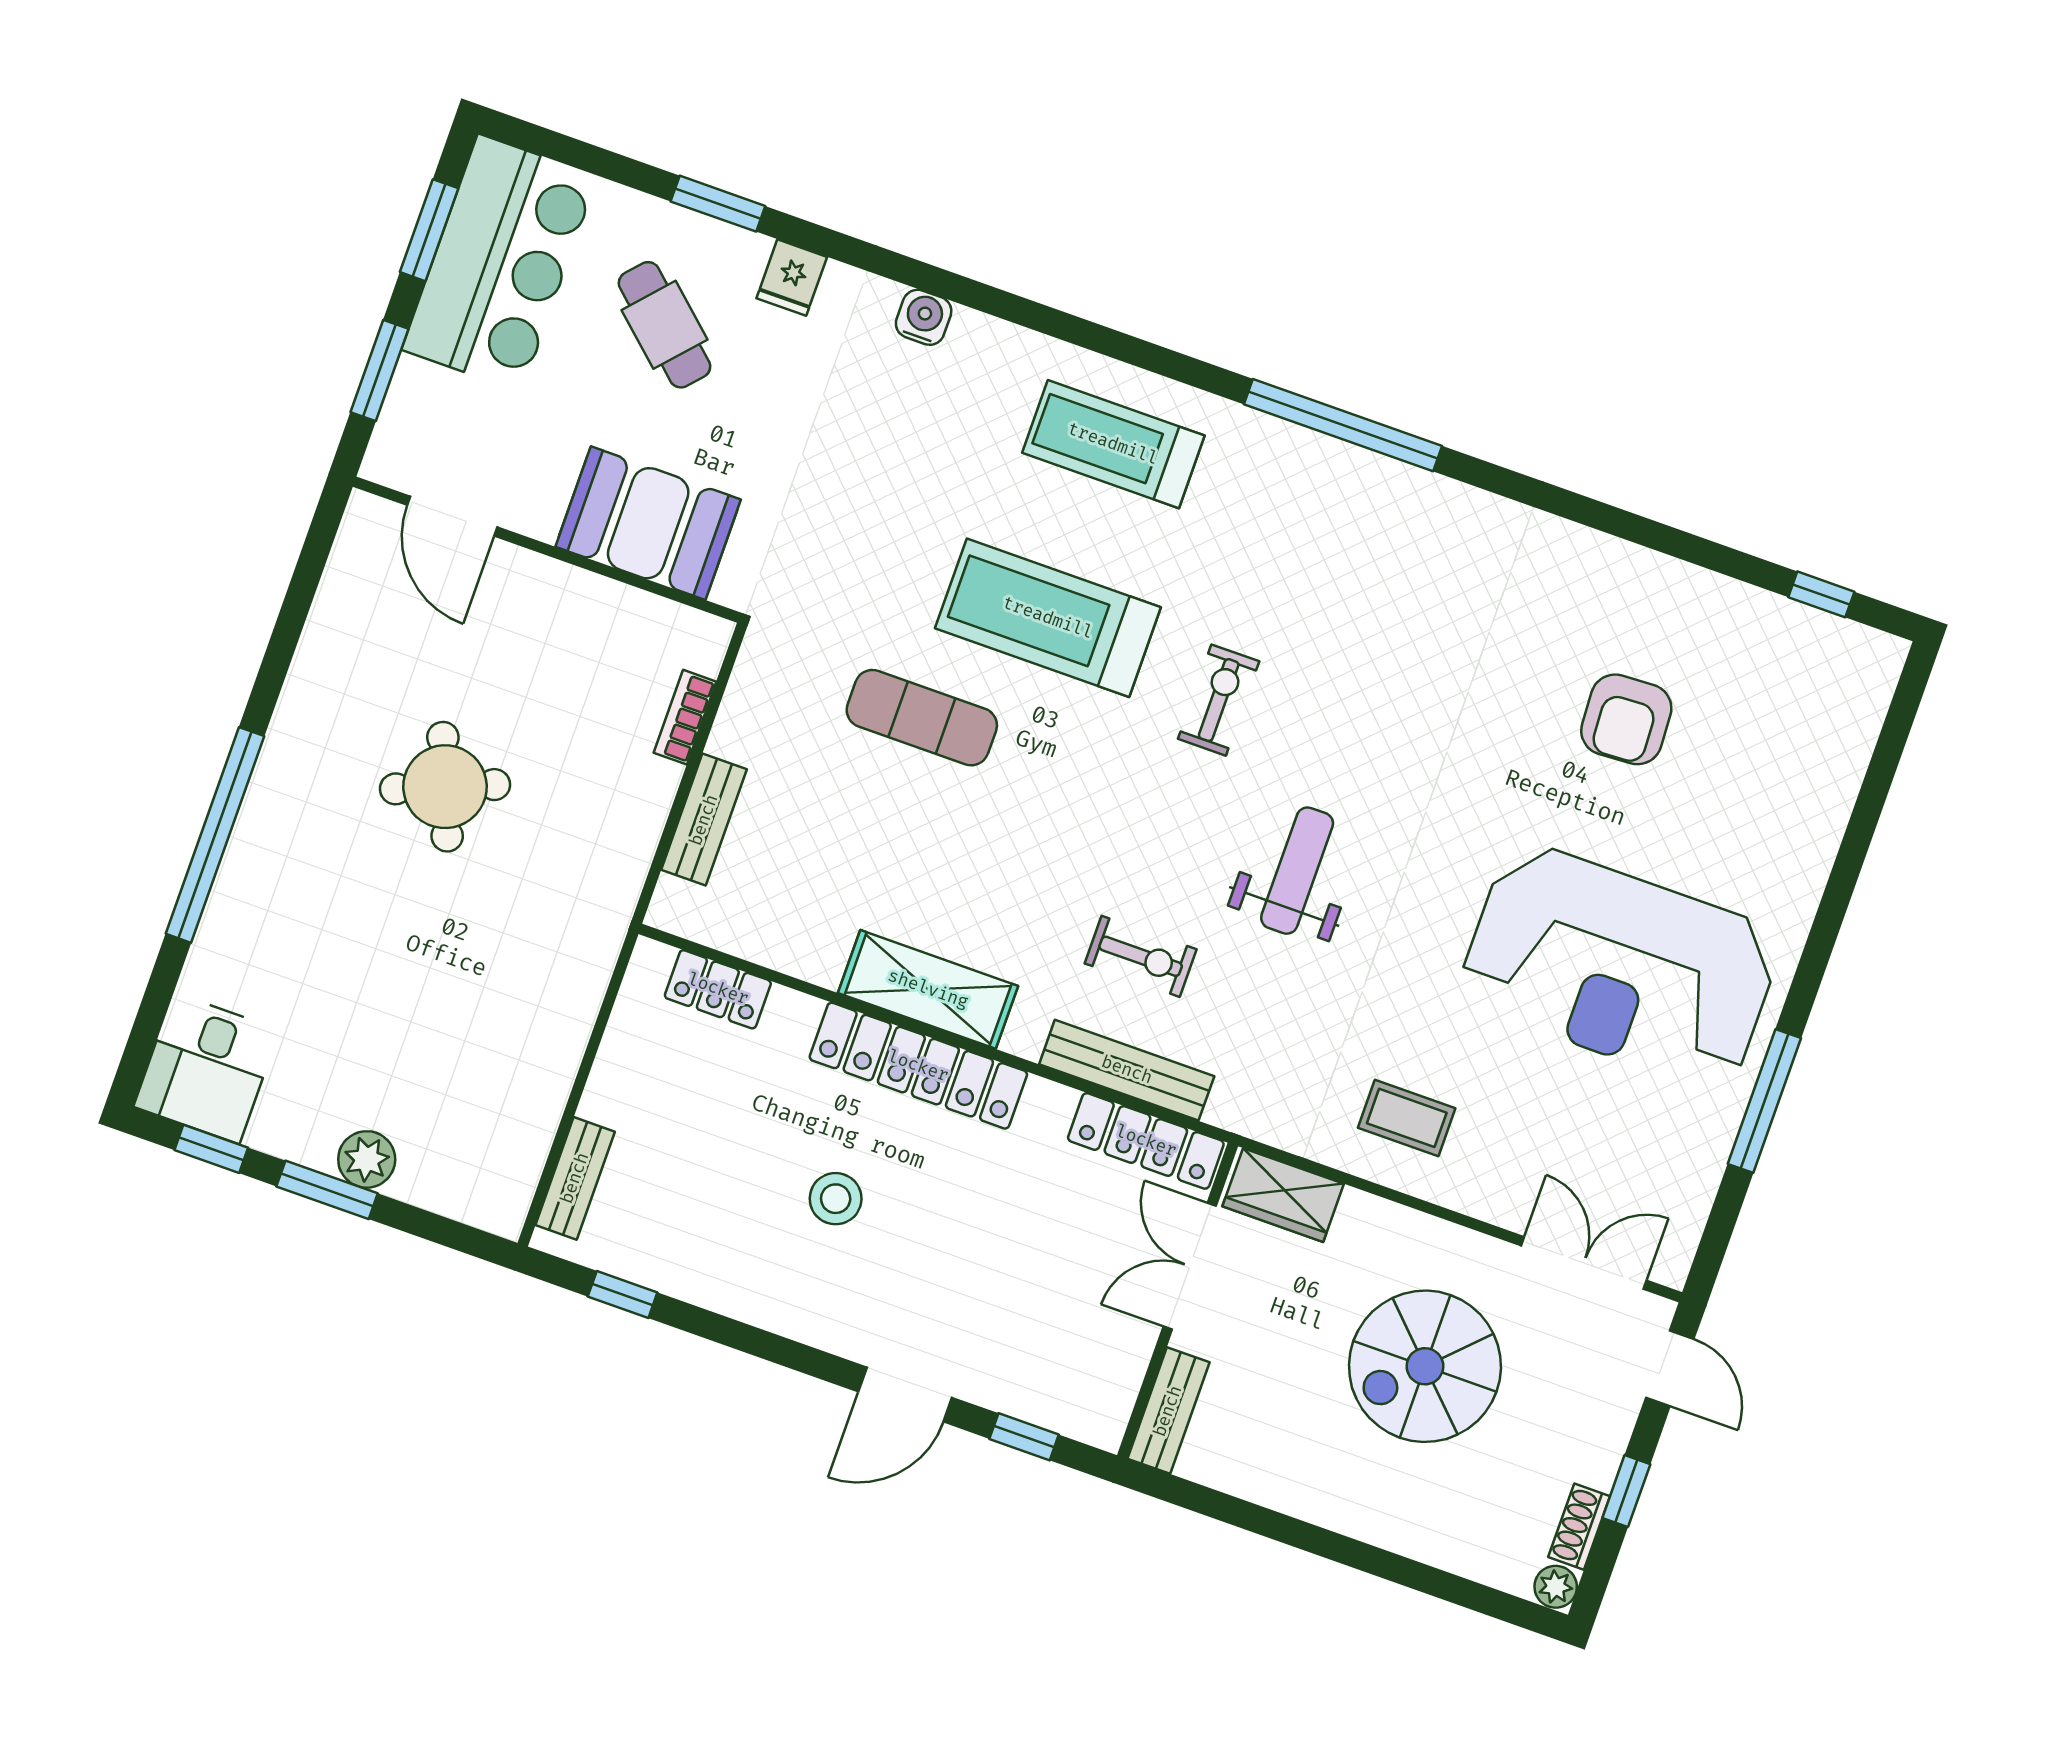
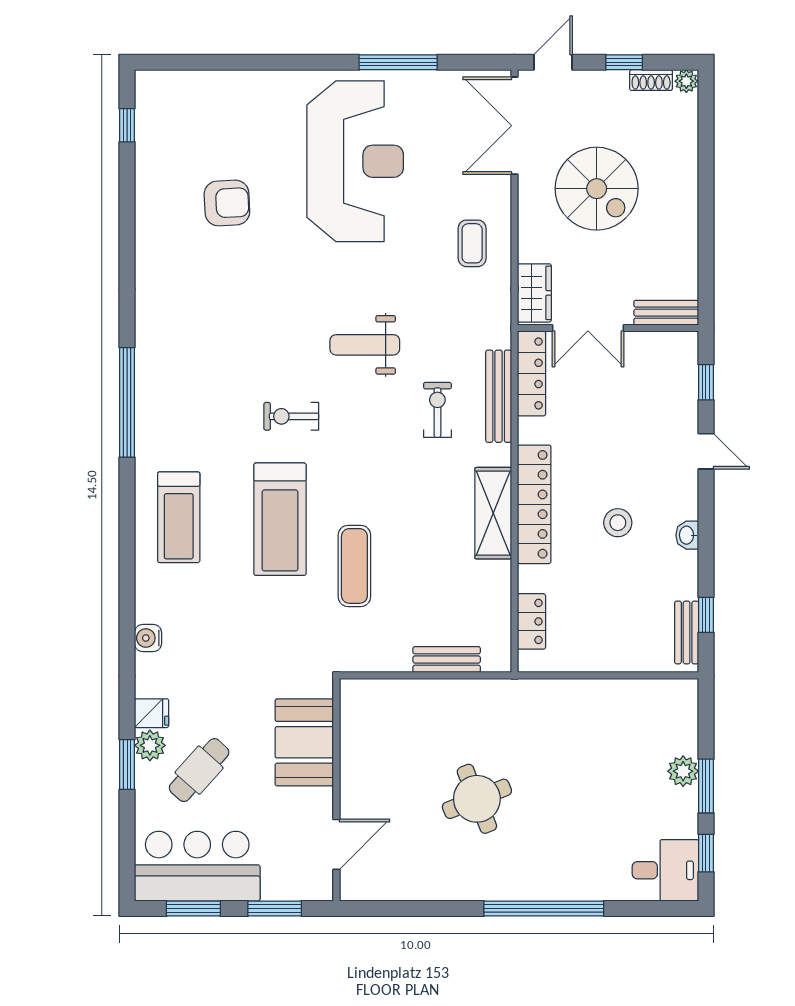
plant: (737, 255) -> (150, 745), added
bookcase: (685, 717) -> (397, 688), removed
bench: (575, 1178) -> (687, 632), moved, turned 90
double door: (1584, 1263) -> (514, 126), width x1.37
washbasin: (772, 1311) -> (687, 535), added
door: (905, 1395) -> (706, 451), width x0.73

